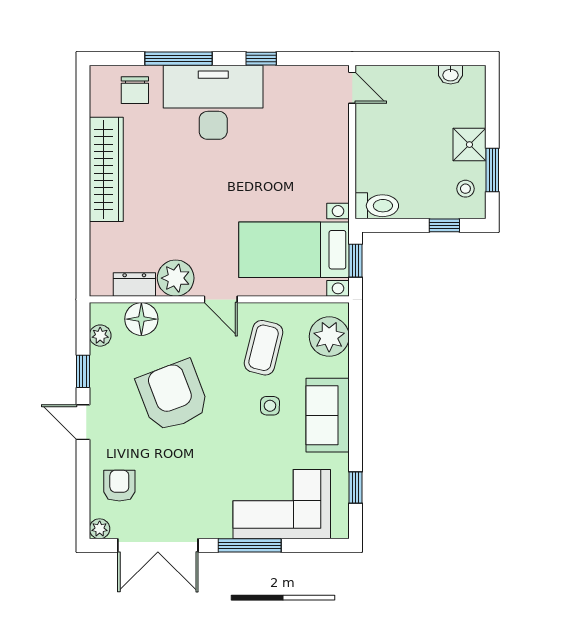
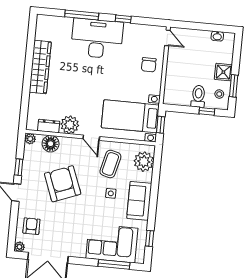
chair: (135, 90) -> (149, 65), moved
toilet: (377, 206) -> (198, 96), moved, turned -90
plant: (100, 336) -> (30, 139), moved
window: (250, 545) -> (114, 264), moved

